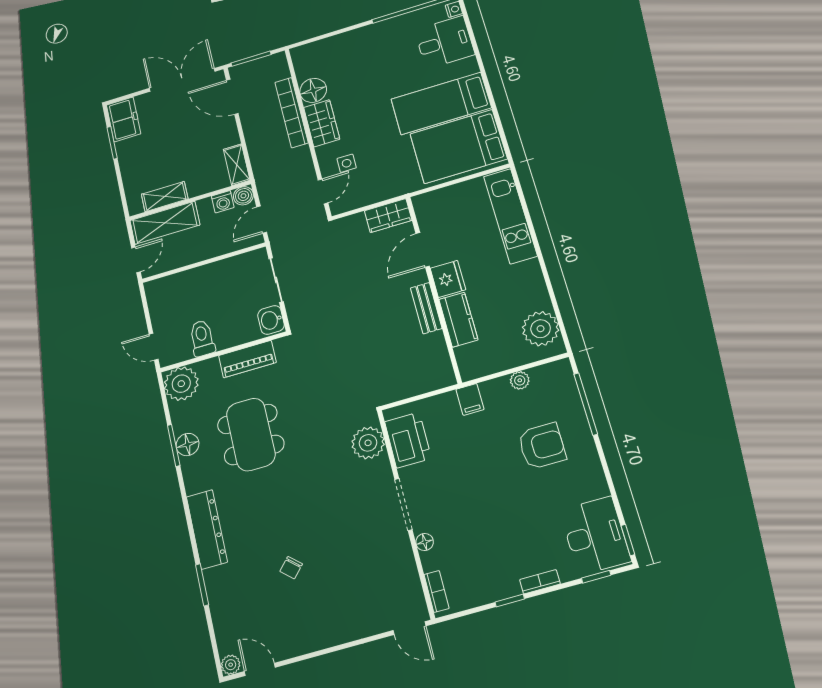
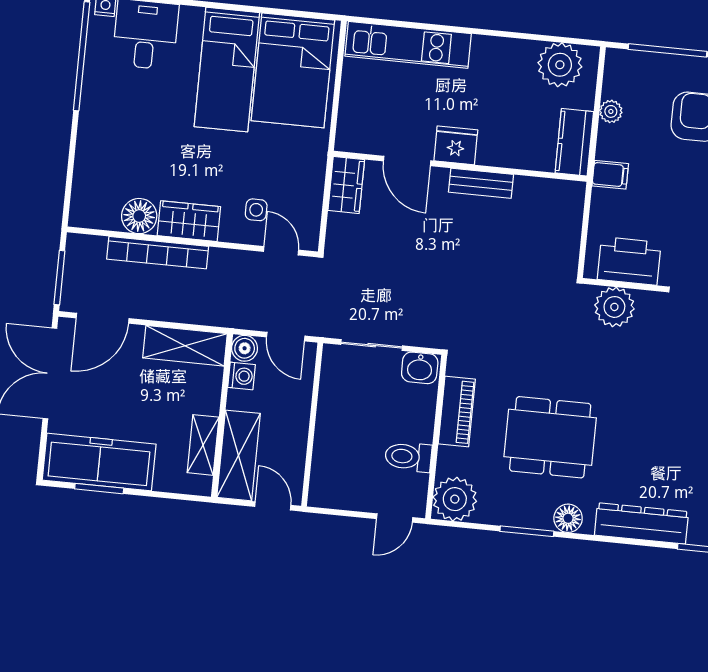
freezer: (124, 119) -> (99, 462), width x1.91, depth x1.26
shelving: (237, 165) -> (185, 346), width x1.50, depth x1.33
kitchen counter: (458, 320) -> (574, 142), moved, turned -90
floor lamp: (188, 445) -> (568, 518), moved

